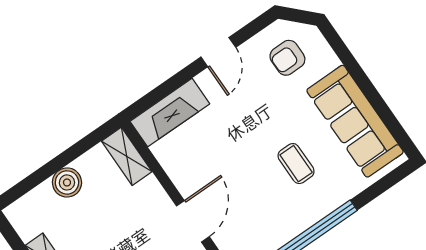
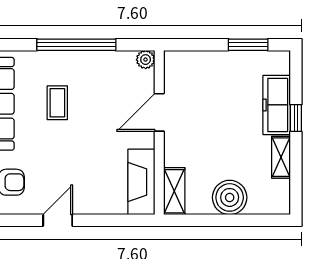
fireplace: (170, 113) -> (141, 182), moved, turned -90
boiler: (67, 182) -> (230, 197), width x1.37, depth x1.37

